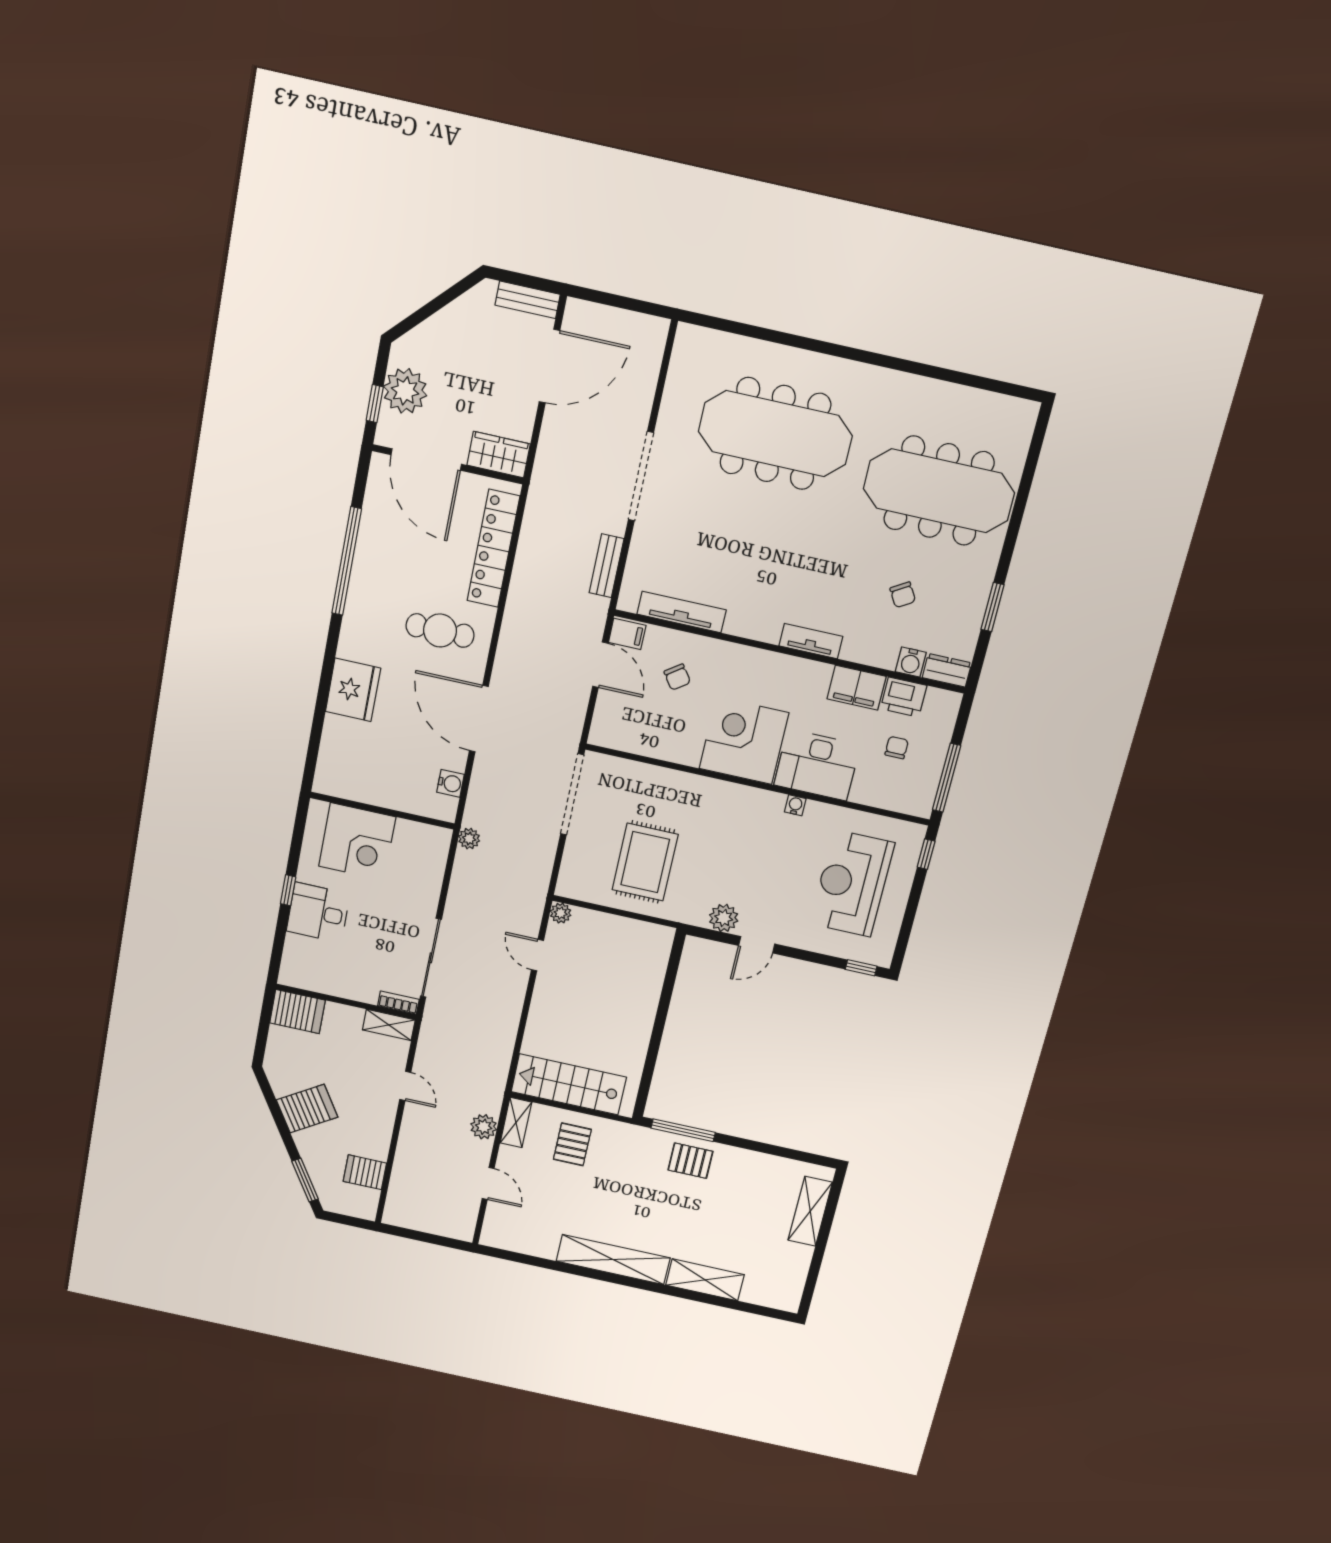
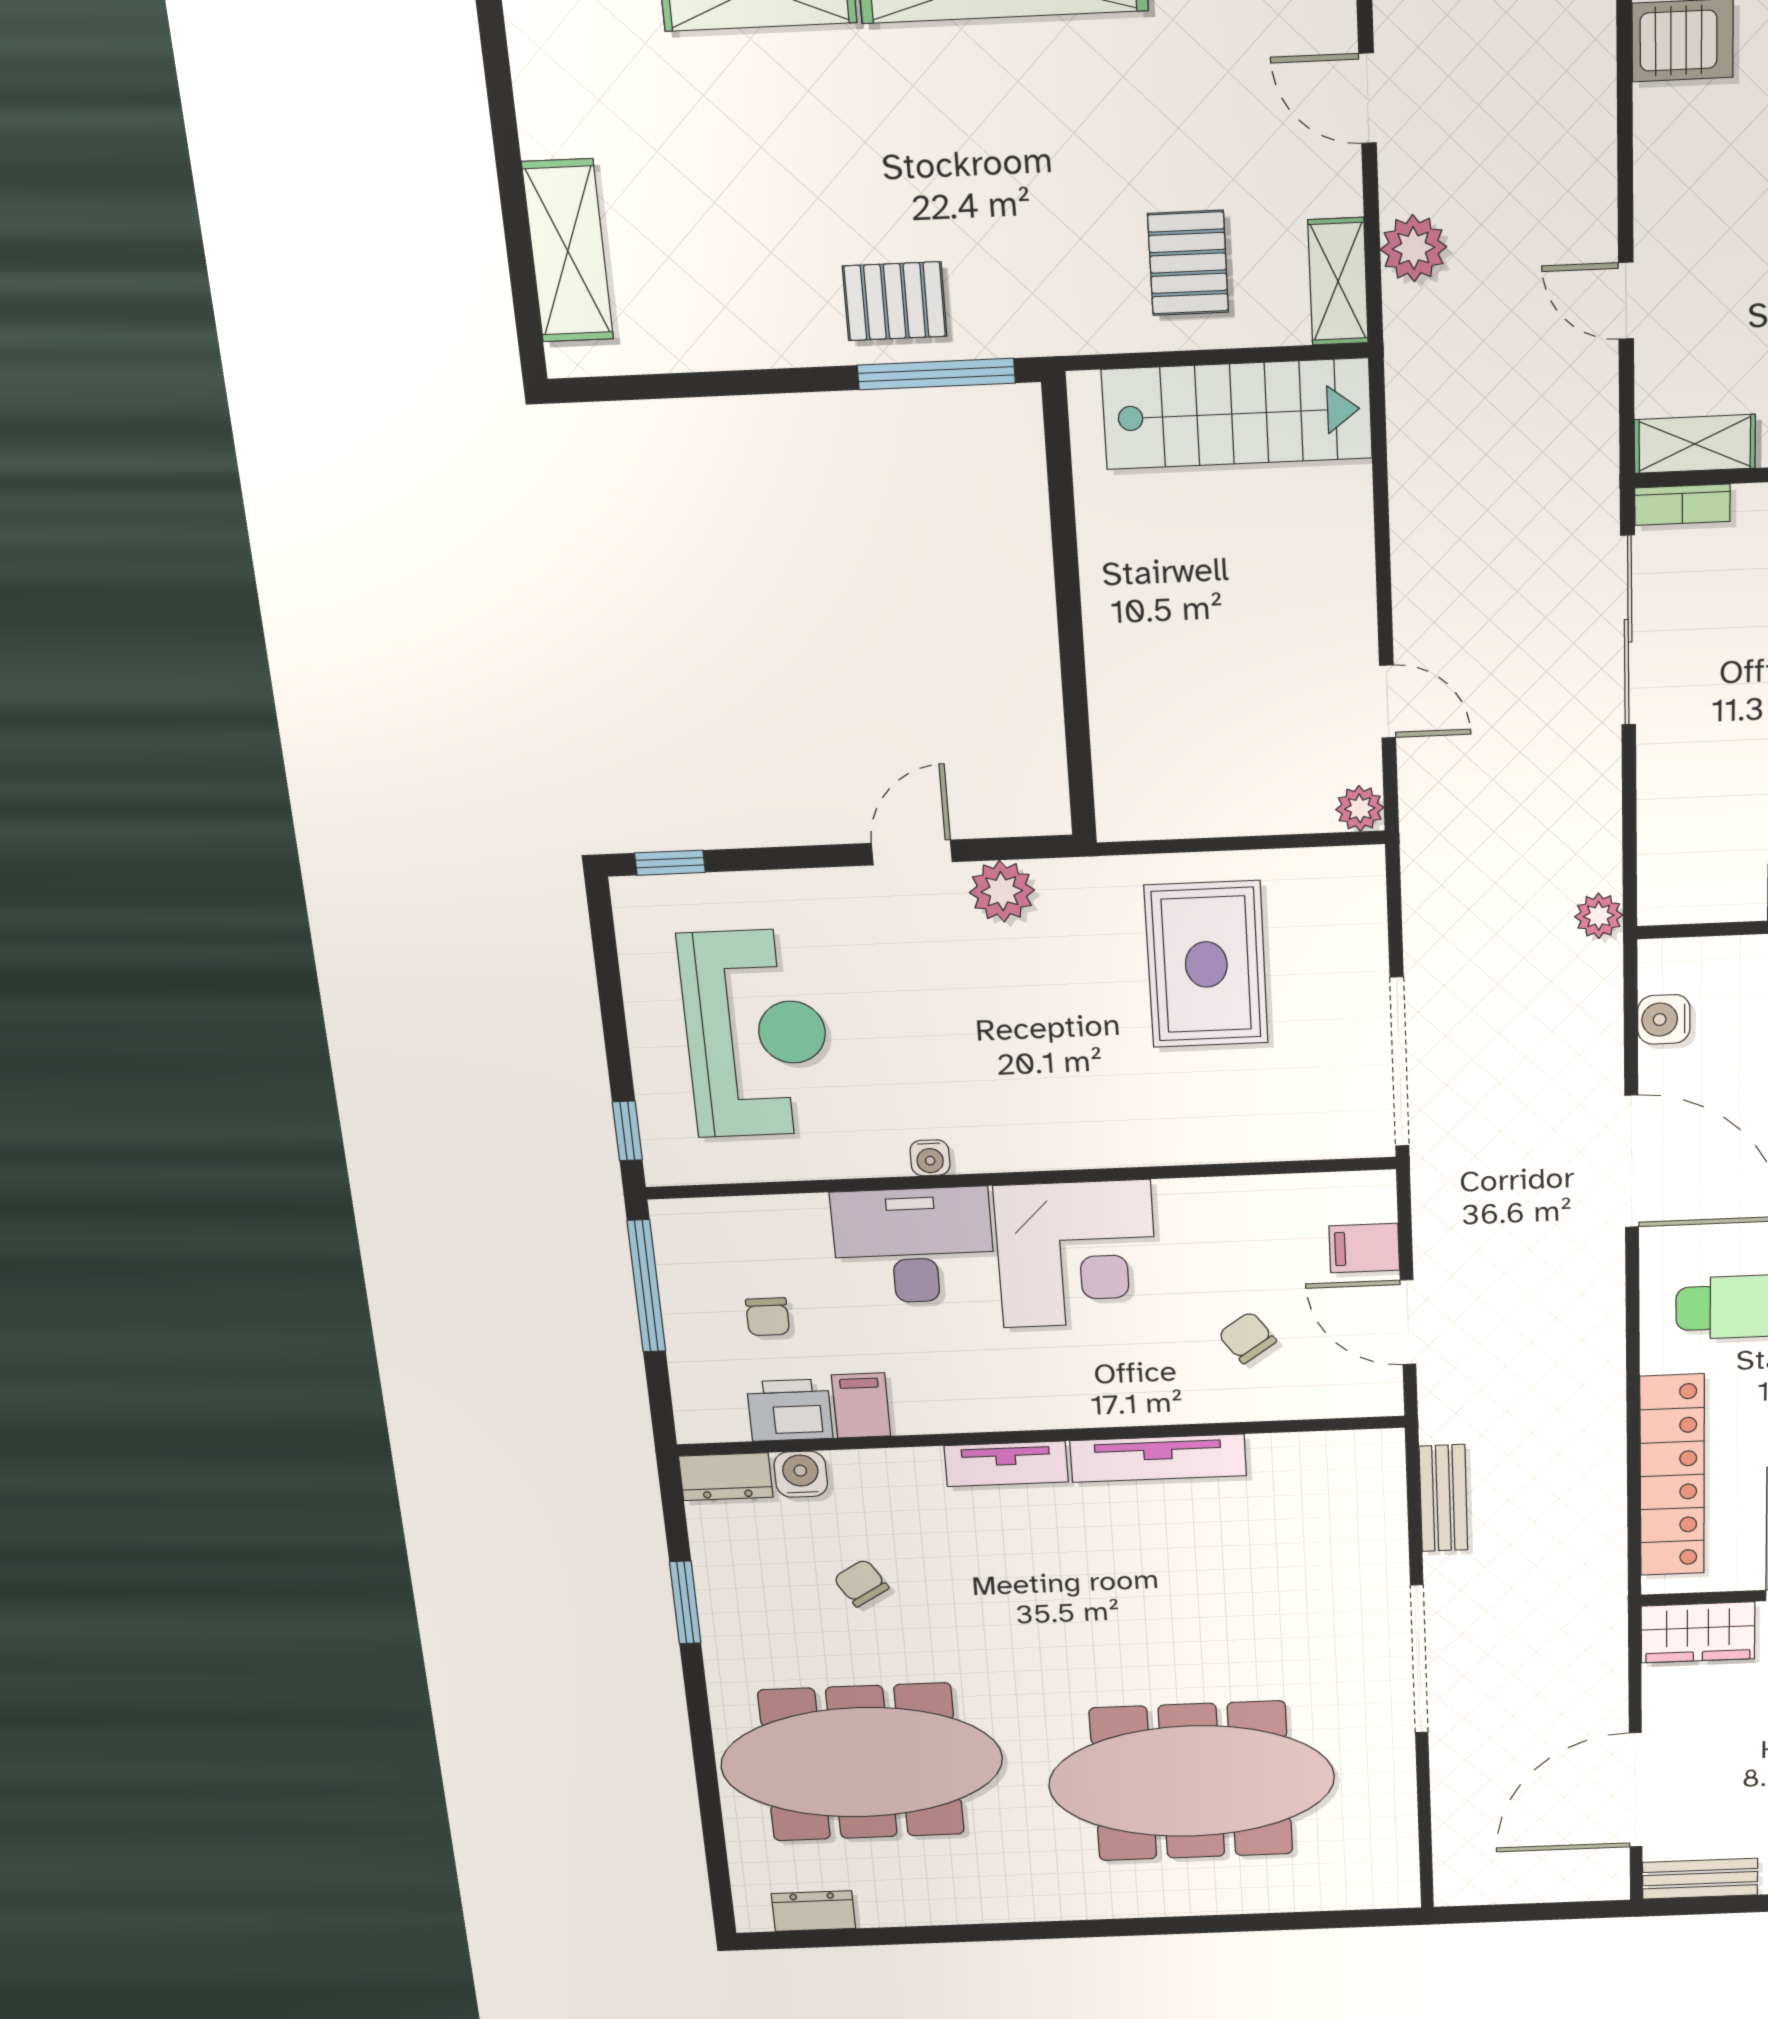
dresser: (996, 405) -> (813, 1911), added
tv unit: (682, 612) -> (1158, 1458), moved
filing cabinet: (627, 634) -> (1364, 1248), moved
filing cabinet: (857, 688) -> (861, 1405), width x0.50

